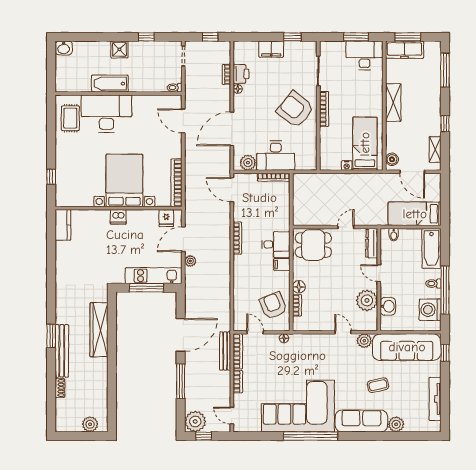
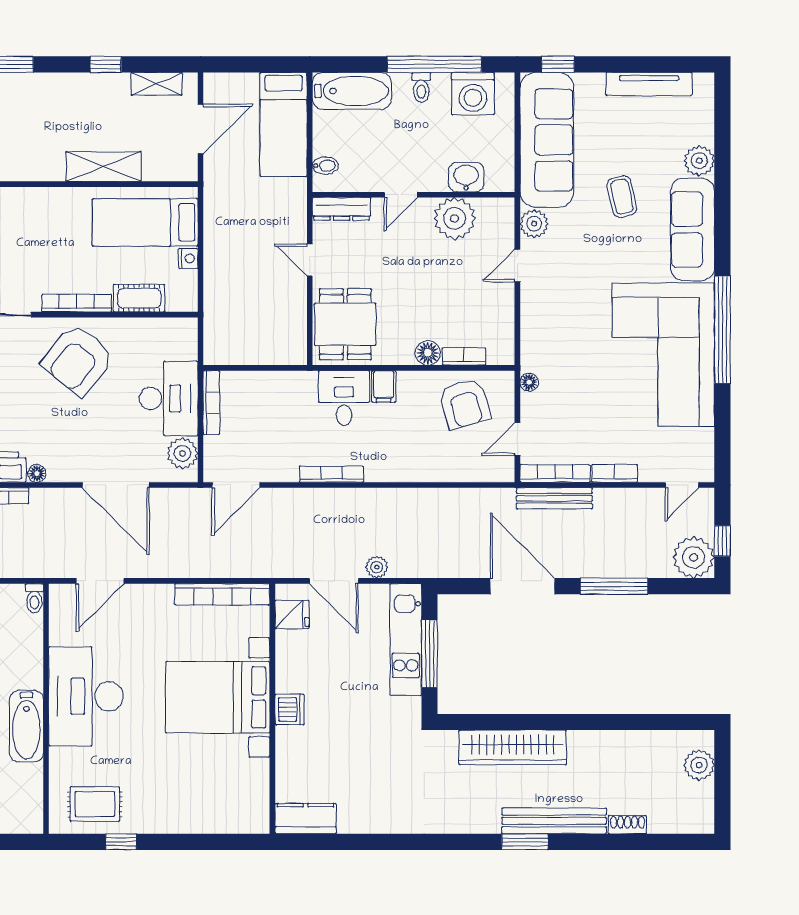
shelving: (393, 102) -> (103, 166), moved
desk: (106, 114) -> (86, 696), moved
cot: (327, 141) -> (139, 298), added
boiler: (392, 159) -> (176, 169), removed
window: (51, 177) -> (121, 842), moved
armchair: (273, 306) -> (465, 404), turned -84

